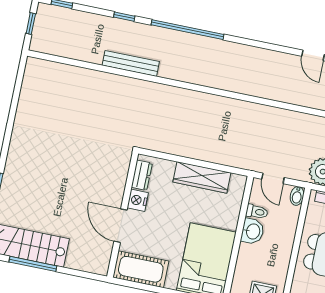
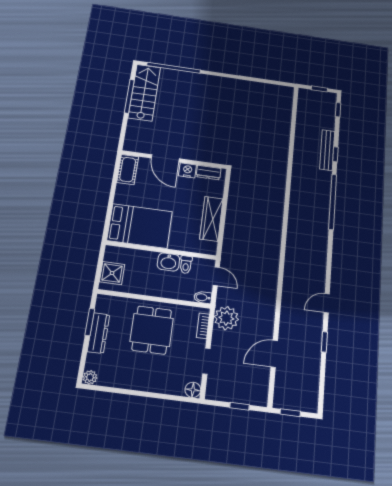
bench: (131, 63) -> (327, 150), moved
door: (273, 178) -> (216, 276), swing flipped
door: (120, 226) -> (165, 158), swing flipped
cot: (141, 269) -> (128, 170), width x0.73, depth x0.75

